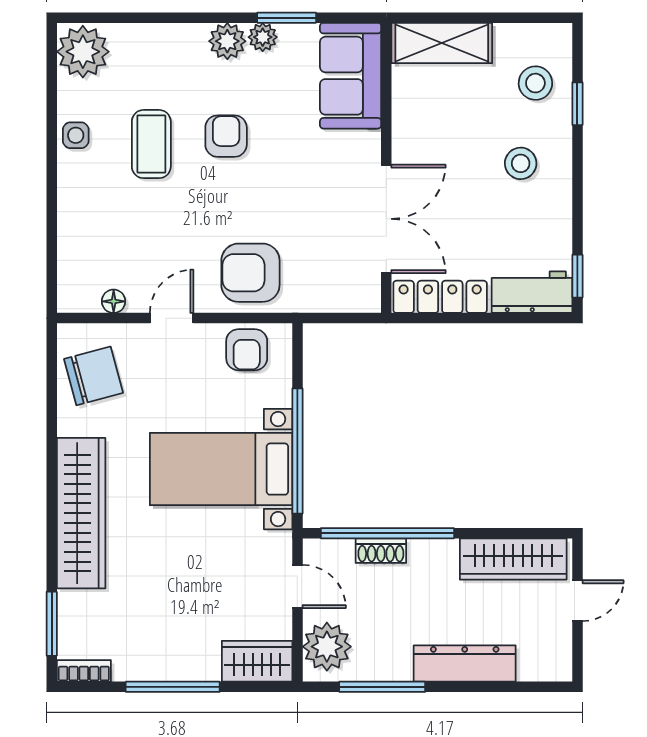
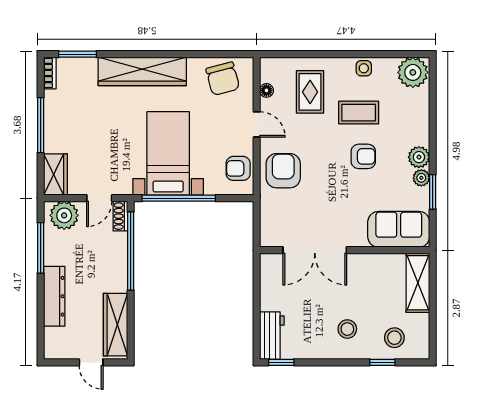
rug: (116, 227) -> (310, 92), added
locker: (440, 297) -> (269, 282), removed
shoe rack: (381, 551) -> (120, 216), moved

